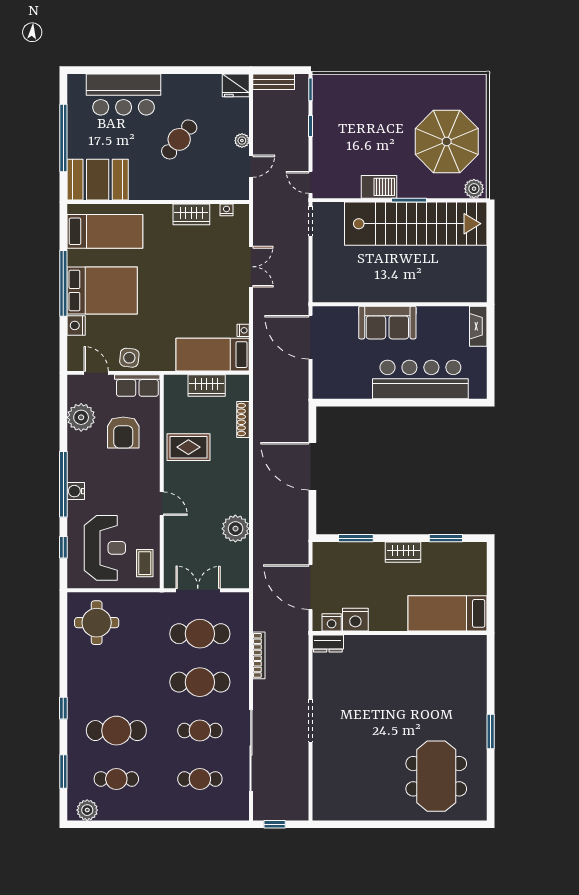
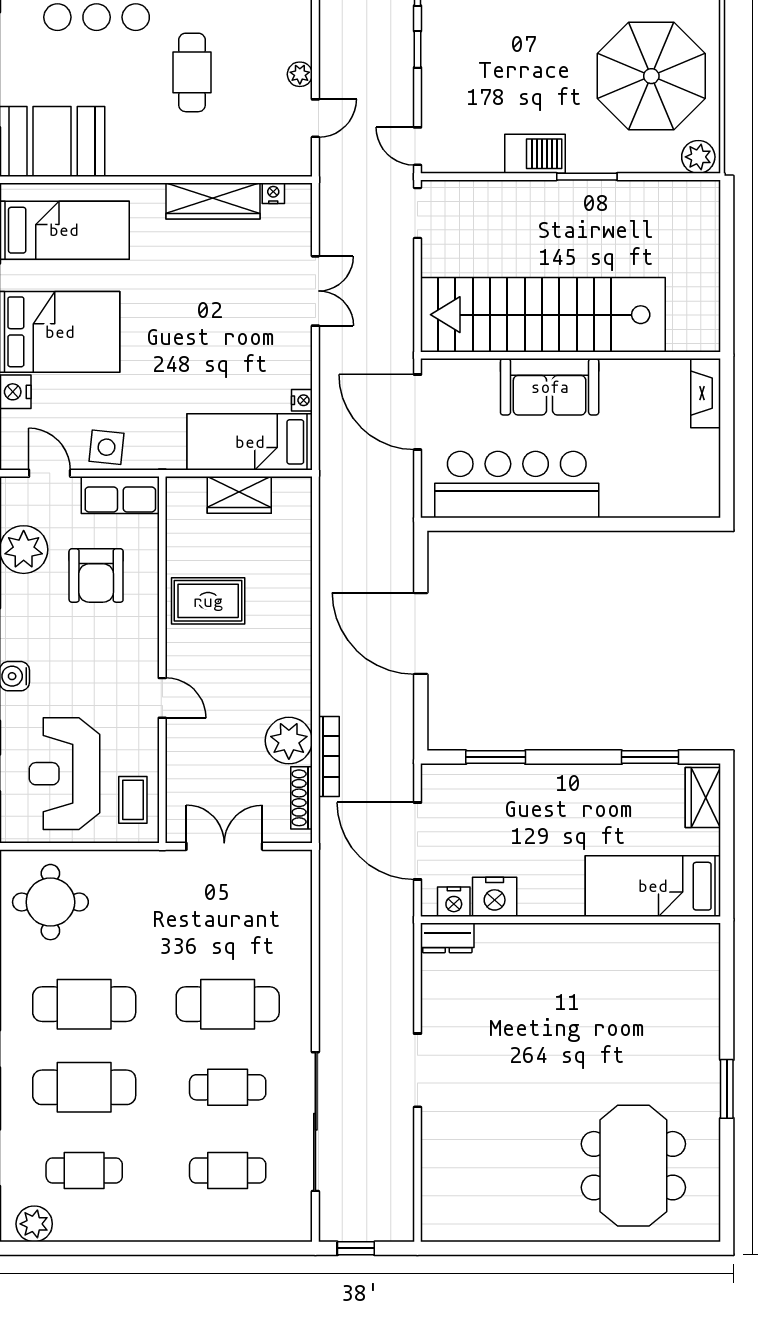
cafe table: (179, 139) -> (192, 72), turned -39
wardrobe: (191, 214) -> (213, 201), width x1.50
stairs: (416, 224) -> (543, 315), moved, turned 180
bar counter: (420, 379) -> (517, 485), moved
shoe rack: (243, 419) -> (302, 798), moved
reception desk: (105, 548) -> (65, 774), turned 180
wardrobe: (403, 552) -> (703, 798), moved, turned 90
cafe table: (200, 634) -> (84, 1004), moved
bookcase: (259, 655) -> (329, 756), moved

